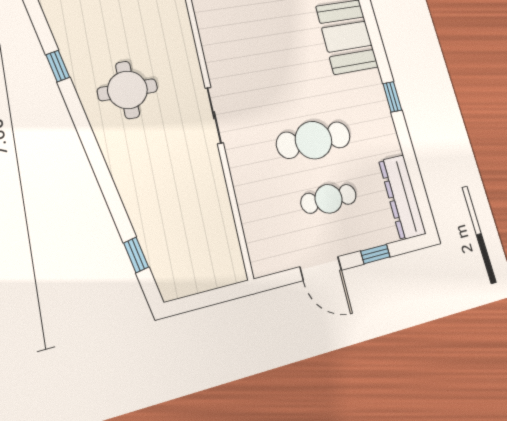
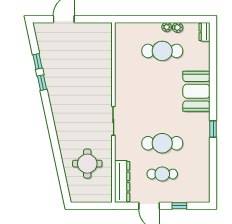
round table: (127, 90) -> (87, 164), moved
dresser: (402, 197) -> (122, 181), moved, turned 180
window: (136, 255) -> (37, 61), moved

